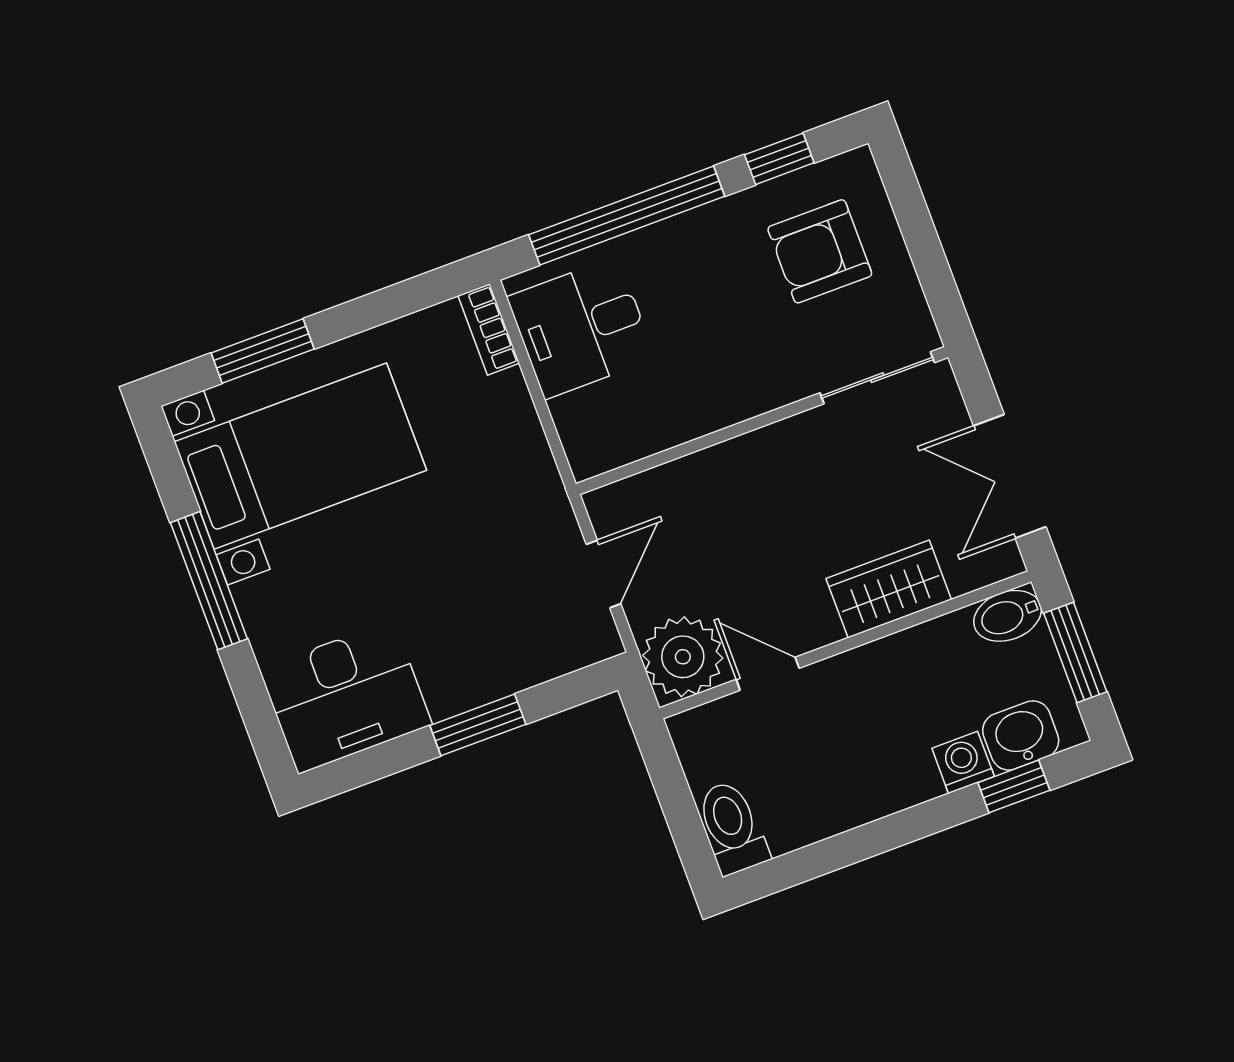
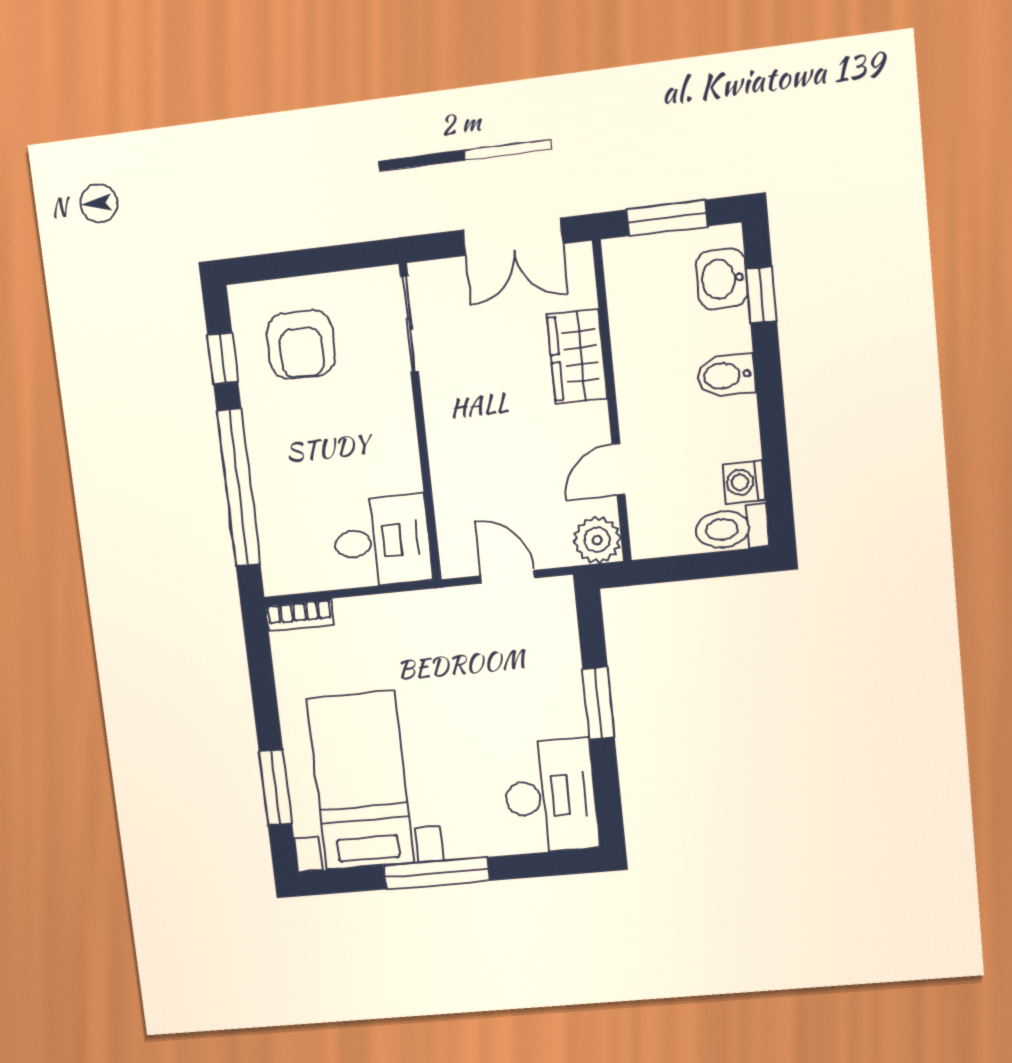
desk: (581, 328) -> (382, 541), moved, turned -90
bidet: (1008, 616) -> (726, 376), moved, turned 90
plant: (683, 657) -> (597, 540), width x0.73, depth x0.73
washing machine: (963, 762) -> (744, 482), moved

